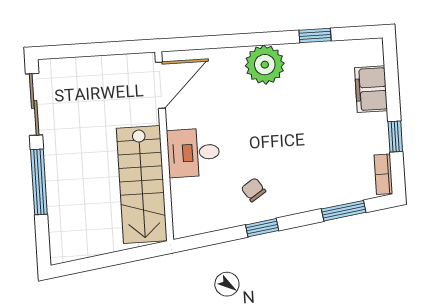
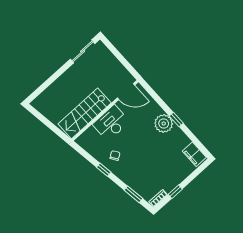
window: (315, 36) -> (176, 120), moved
filing cabinet: (371, 89) -> (194, 154), moved, turned -90
desk: (193, 153) -> (111, 123), width x1.37
window: (39, 182) -> (56, 75), removed

